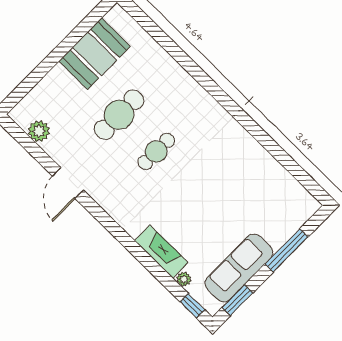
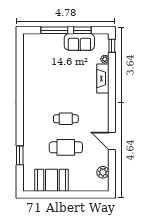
window: (168, 44) -> (20, 155), added
door: (68, 183) -> (112, 141), swing flipped
sofa: (239, 268) -> (79, 42), width x0.73
window: (237, 300) -> (82, 30), moved

